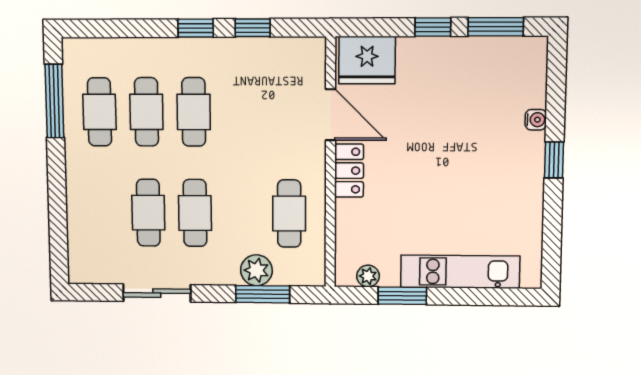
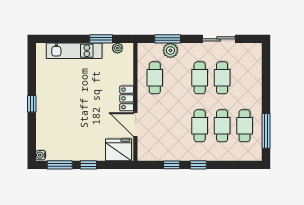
water cooler: (536, 120) -> (41, 155), moved

